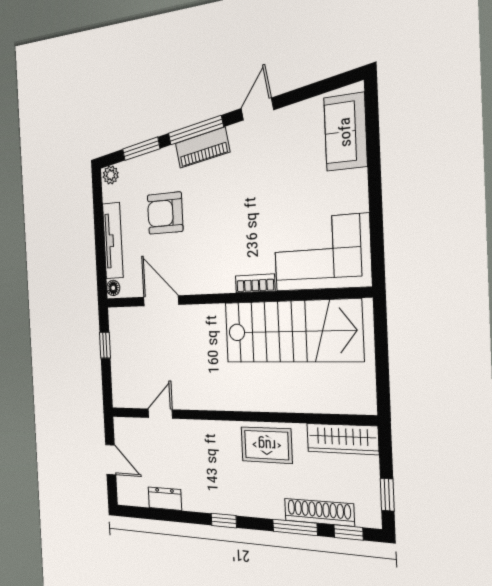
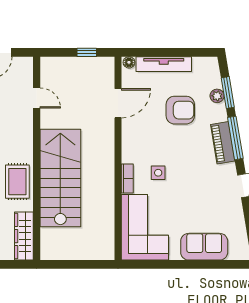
sofa: (345, 132) -> (204, 247), moved
plant: (111, 175) -> (217, 96), moved
armchair: (165, 213) -> (180, 110), turned 90
side table: (246, 238) -> (158, 173), added
stairs: (292, 331) -> (60, 178), moved, turned 180

